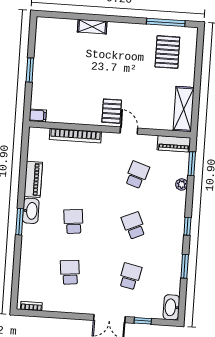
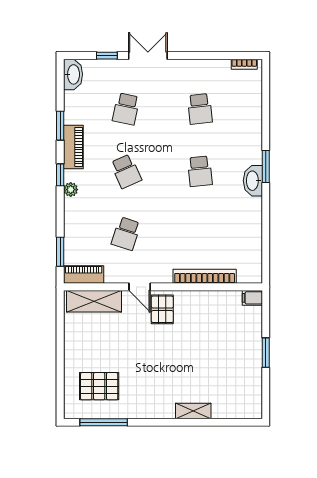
pallet: (167, 52) -> (99, 386), turned 90
shelving: (184, 109) -> (94, 301), moved, turned 90
piano: (33, 179) -> (73, 147), moved, turned 180
plant: (182, 184) -> (71, 190), moved

